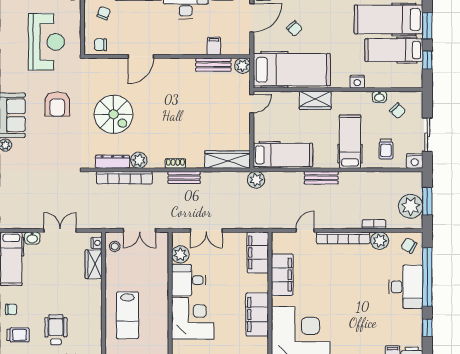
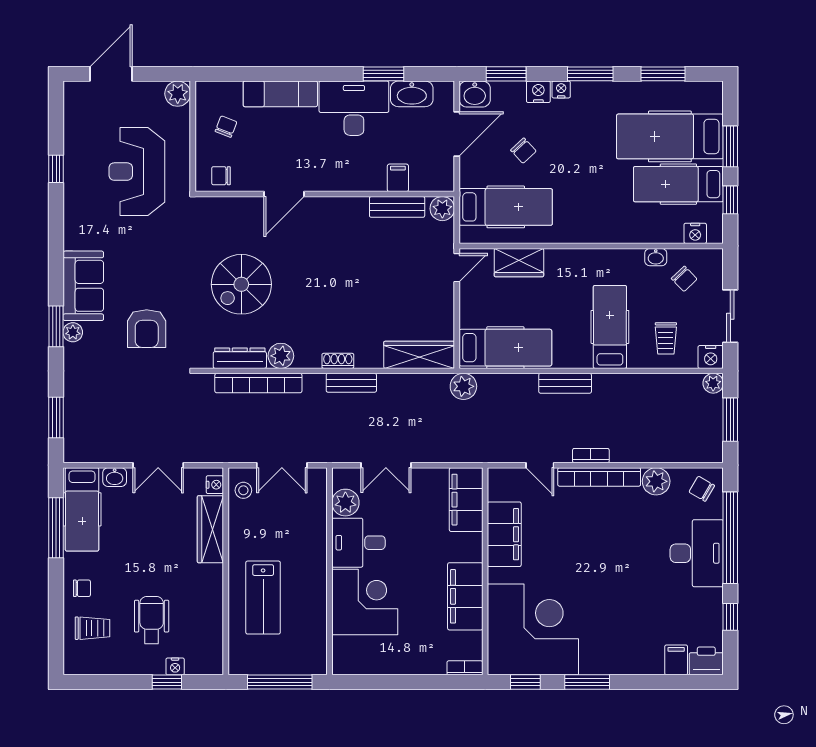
reception desk: (46, 42) -> (137, 172), turned 180
hospital bed: (292, 70) -> (506, 207), width x0.73, depth x0.78
nightstand: (357, 82) -> (695, 233), moved
wardrobe: (315, 100) -> (519, 263), moved
armchair: (57, 104) -> (147, 329), moved
spiral stairs: (113, 114) -> (241, 284), turned 90
plant: (411, 206) -> (713, 383), moved, width x0.53, depth x0.53
bookcase: (374, 224) -> (591, 456), moved
double door: (60, 230) -> (158, 465), swing flipped
door: (305, 230) -> (540, 465), swing flipped
wardrobe: (94, 264) -> (210, 529), width x1.50

